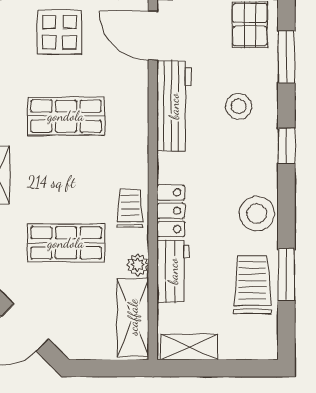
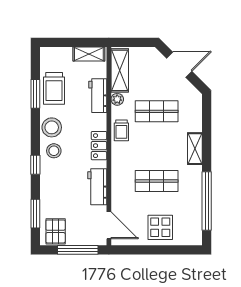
workbench: (174, 106) -> (97, 187), width x0.73
stool: (239, 106) -> (54, 151), moved
locker: (171, 211) -> (99, 146), moved

